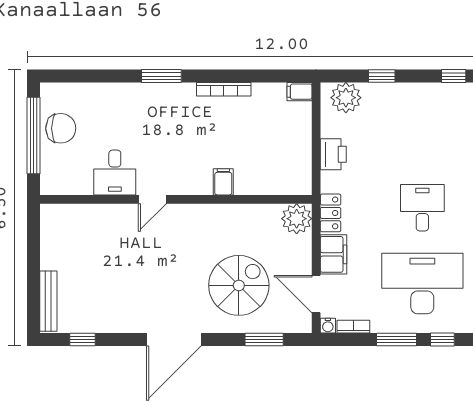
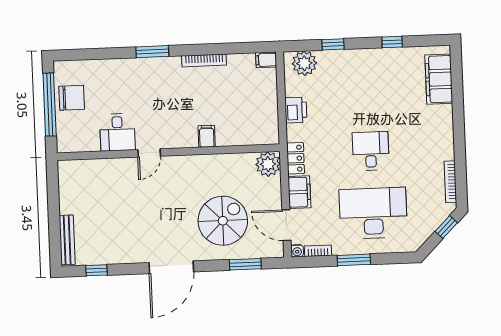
window: (442, 340) -> (391, 258), removed

